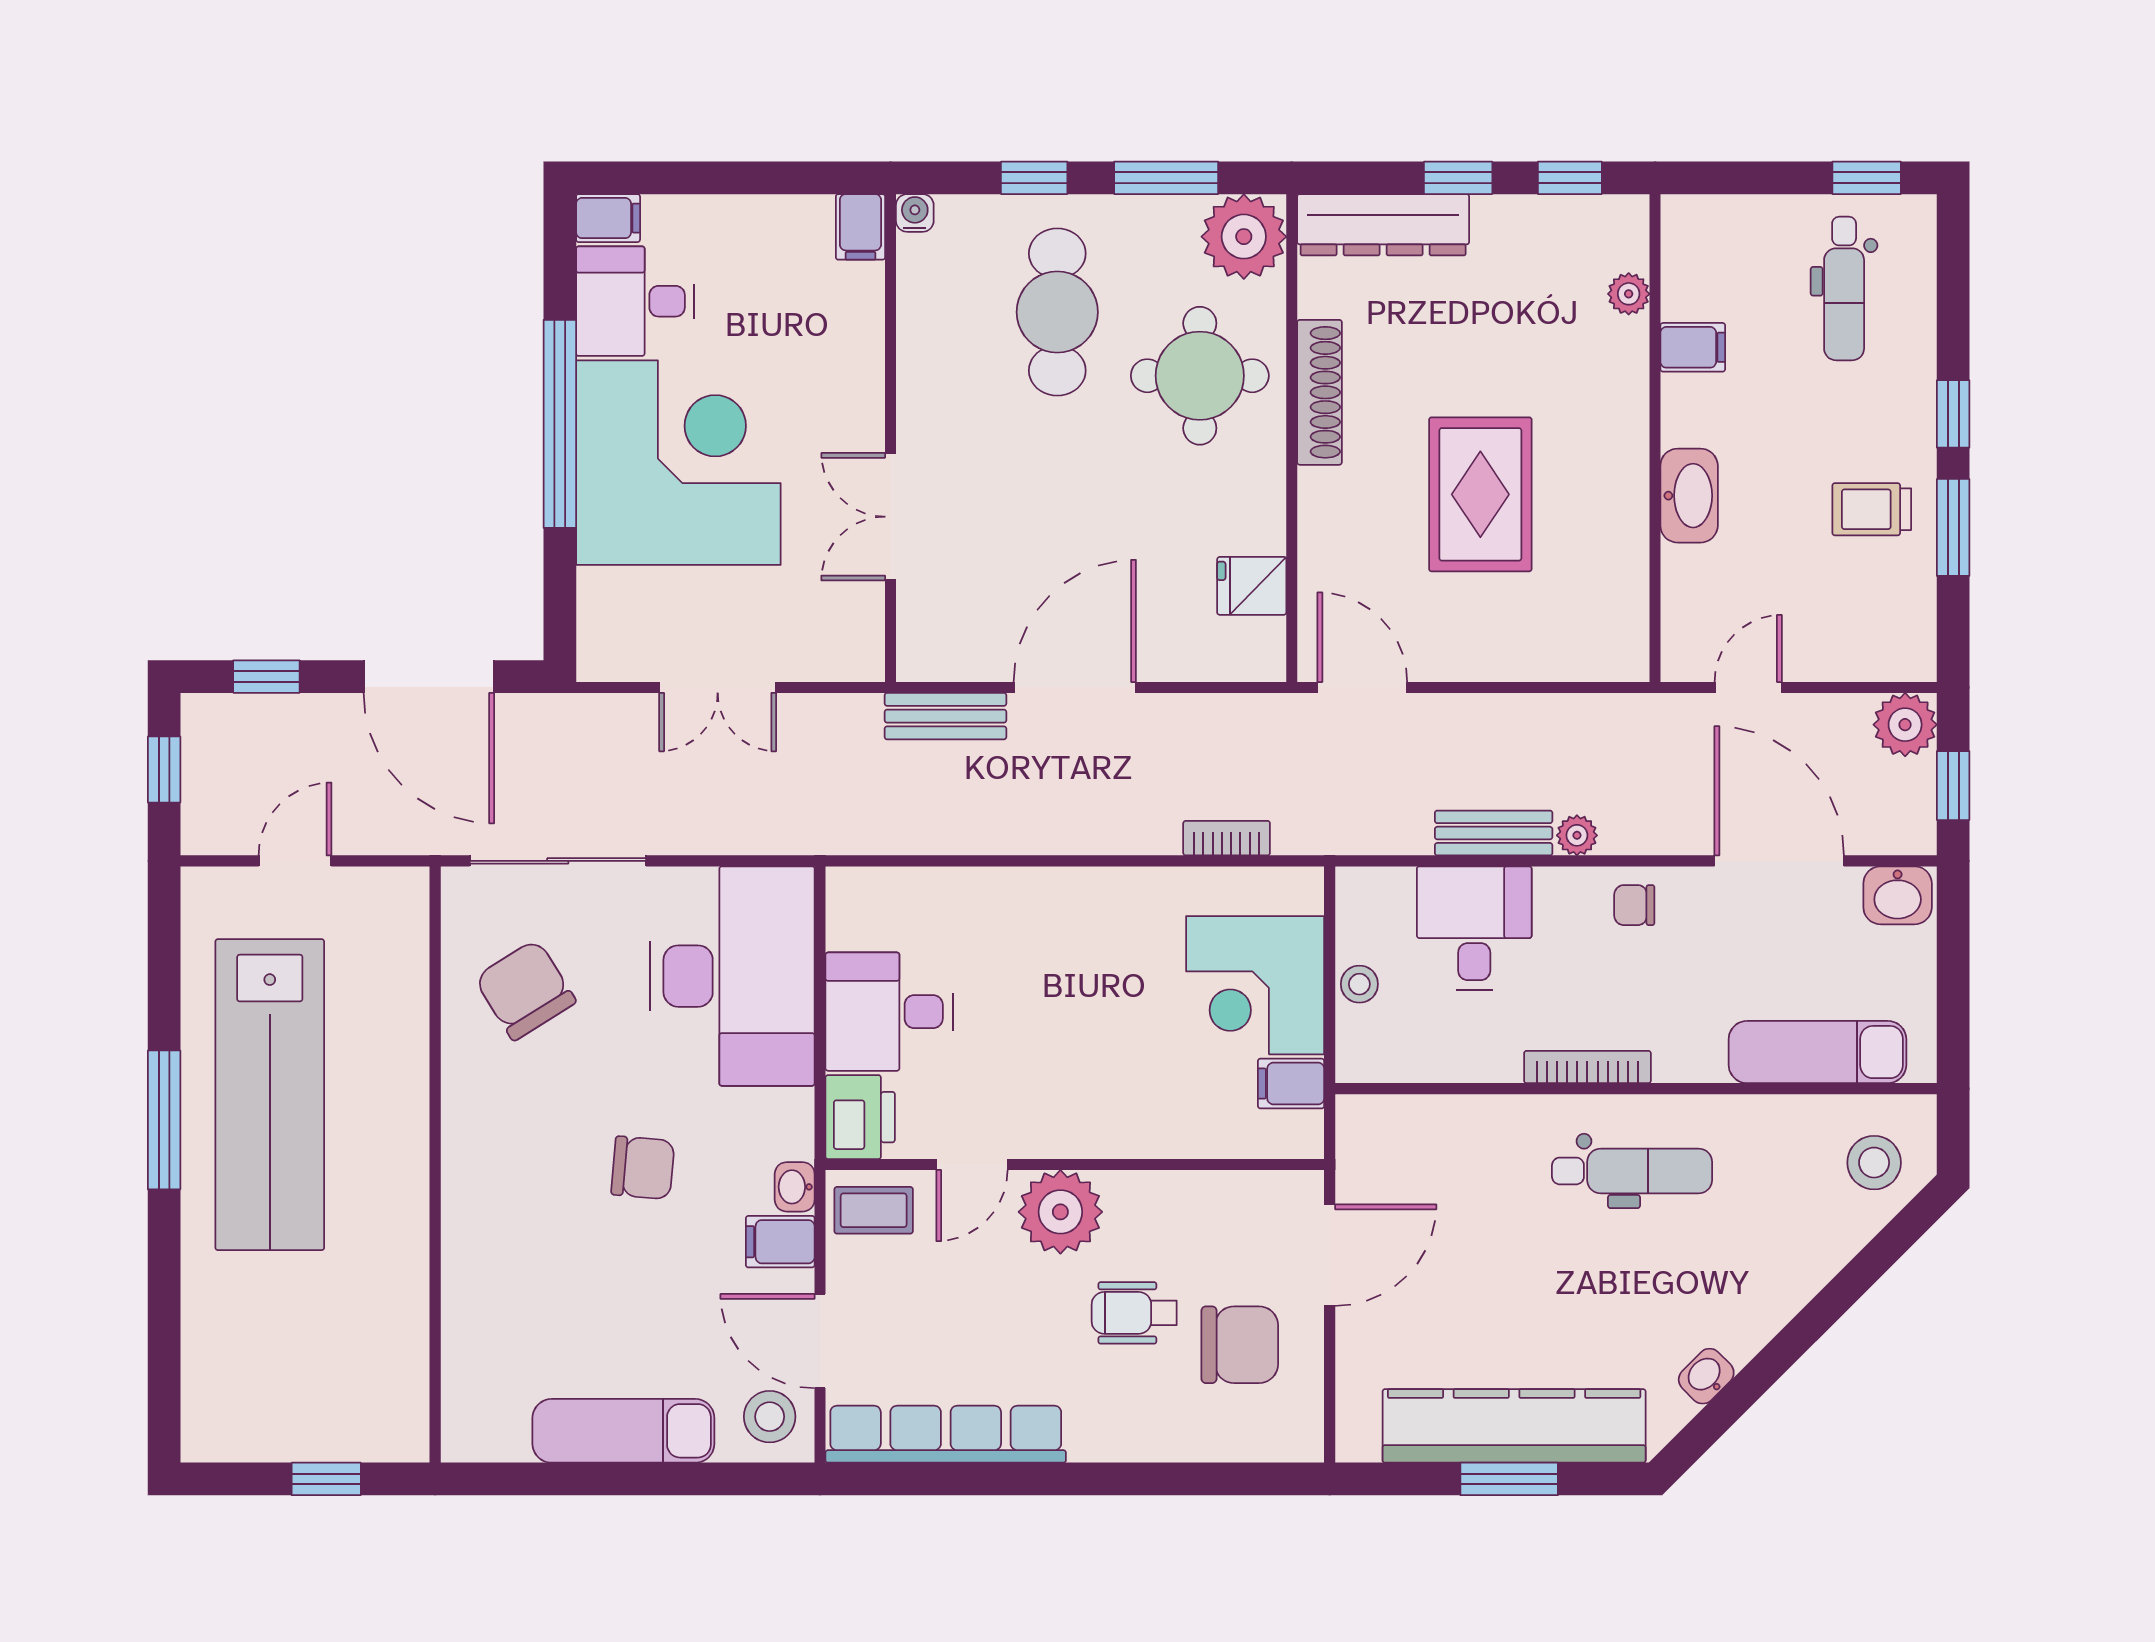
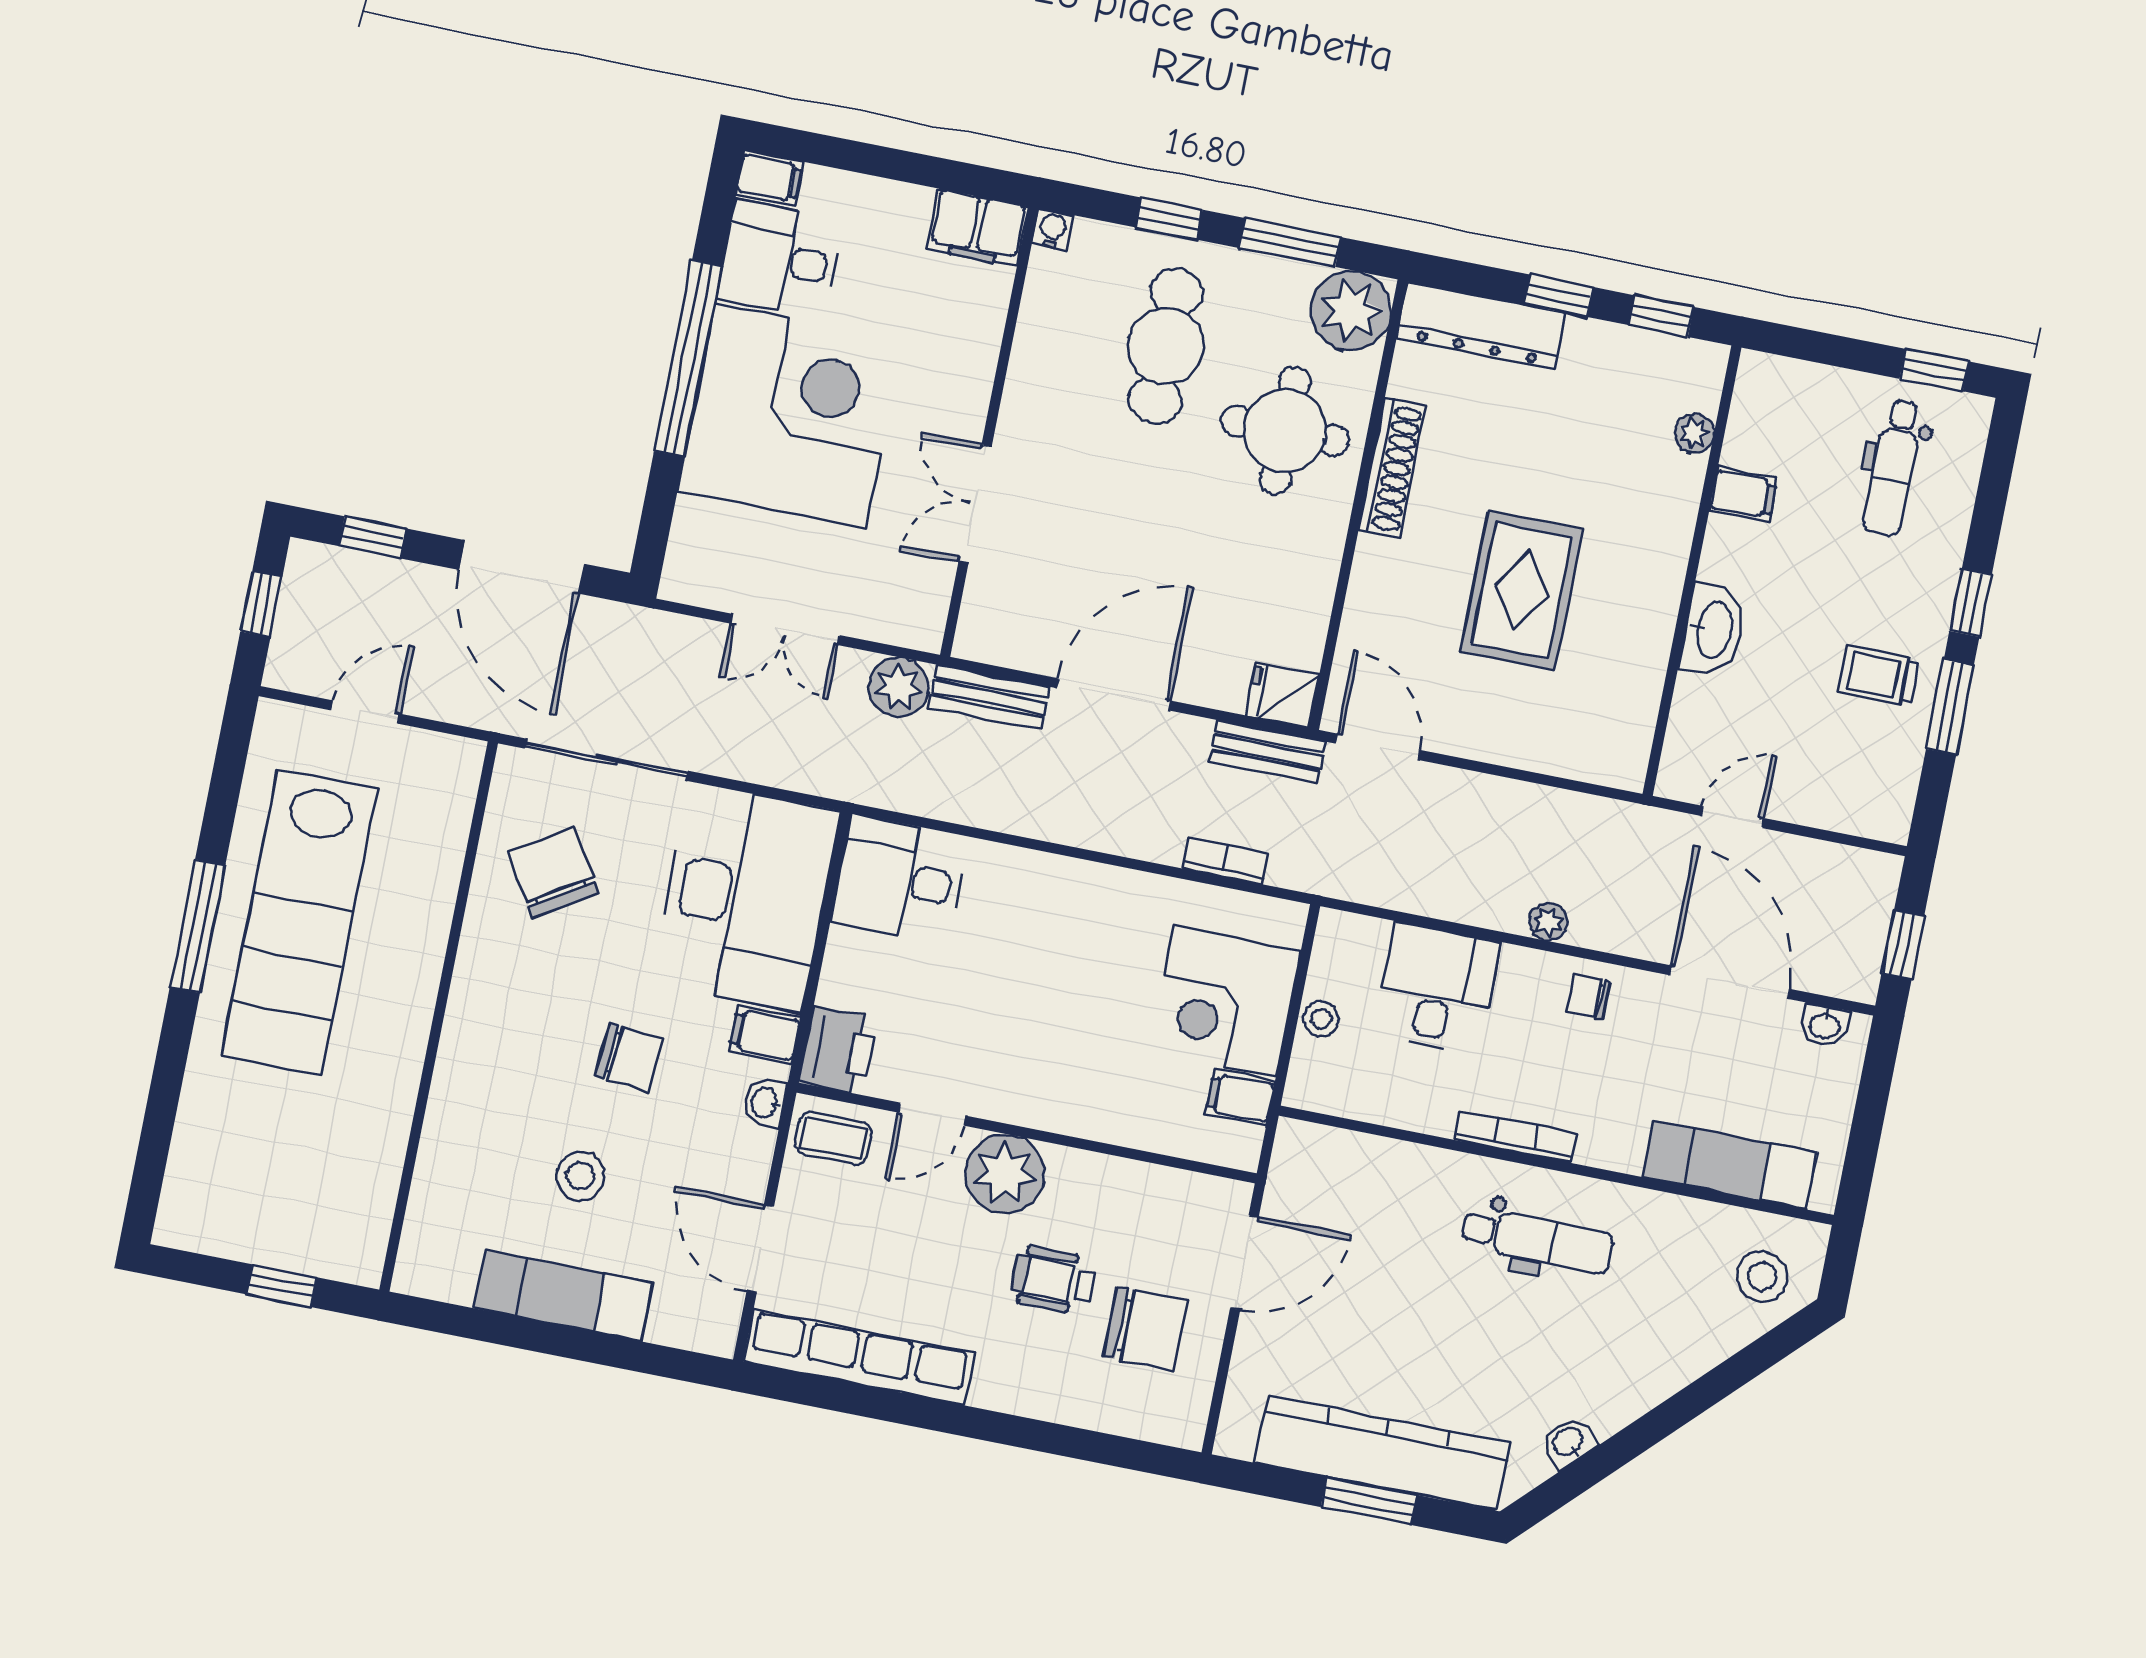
filing cabinet: (860, 227) -> (978, 228), width x2.00
fridge: (1252, 586) -> (1282, 695), moved
plant: (1905, 725) -> (899, 687), moved
bench: (1494, 833) -> (1267, 751), moved
washbasin: (1898, 895) -> (1825, 1025), width x0.72, depth x0.69
desk: (889, 1012) -> (900, 879), moved
filing cabinet: (780, 1242) -> (765, 1035), moved
stool: (770, 1417) -> (580, 1176), moved

